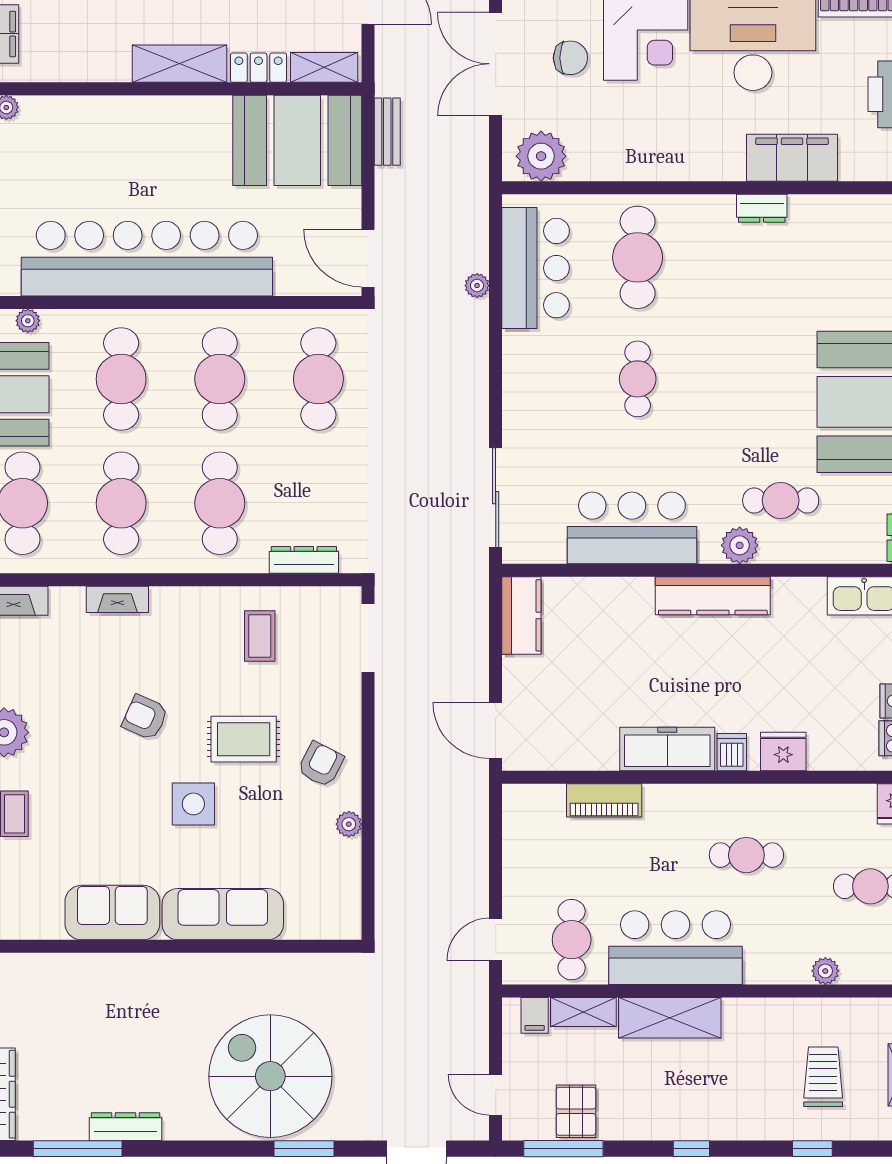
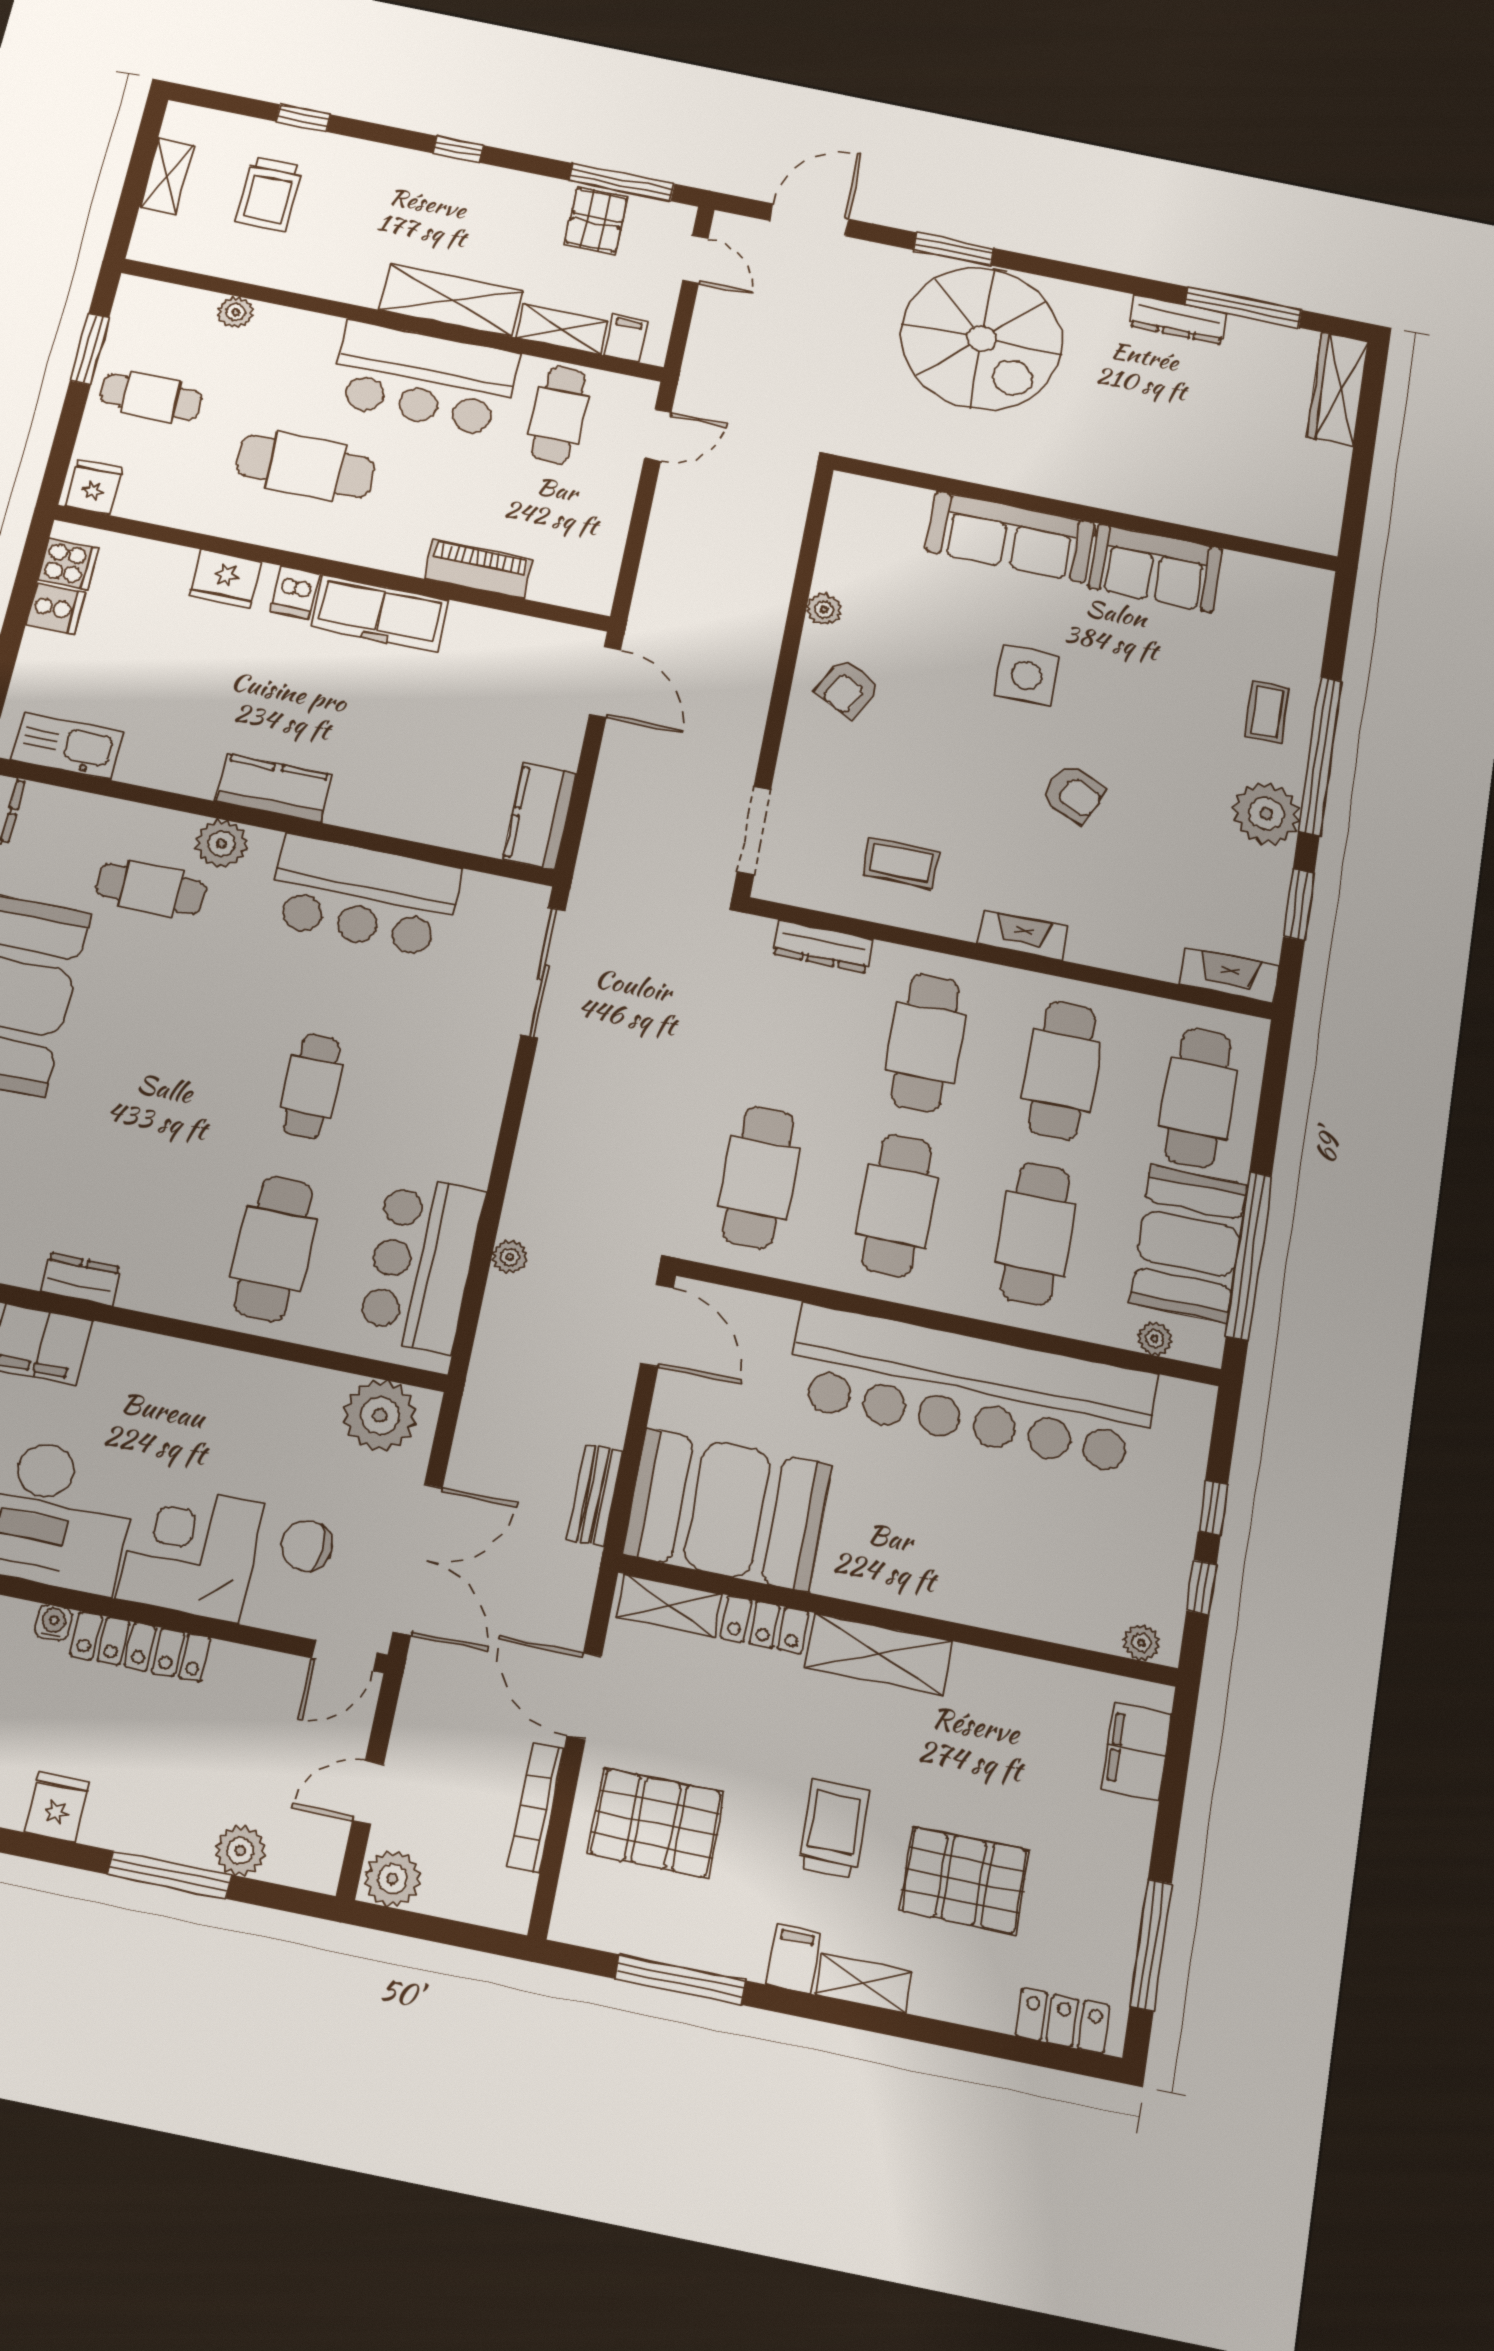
kitchen counter: (713, 596) -> (273, 788), width x0.67
fireplace: (117, 599) -> (1023, 935), moved
coffee table: (260, 636) -> (901, 863), turned 90
rug: (244, 739) -> (945, 740), removed
cafe table: (746, 855) -> (305, 467), width x1.37, depth x1.35

